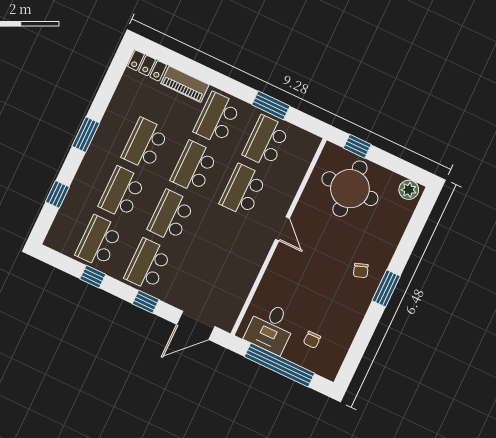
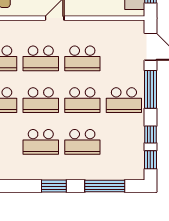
window: (57, 194) -> (105, 186), width x2.17
school desk: (99, 241) -> (82, 58), moved
window: (63, 263) -> (150, 160), added
window: (146, 302) -> (150, 89), width x2.17

